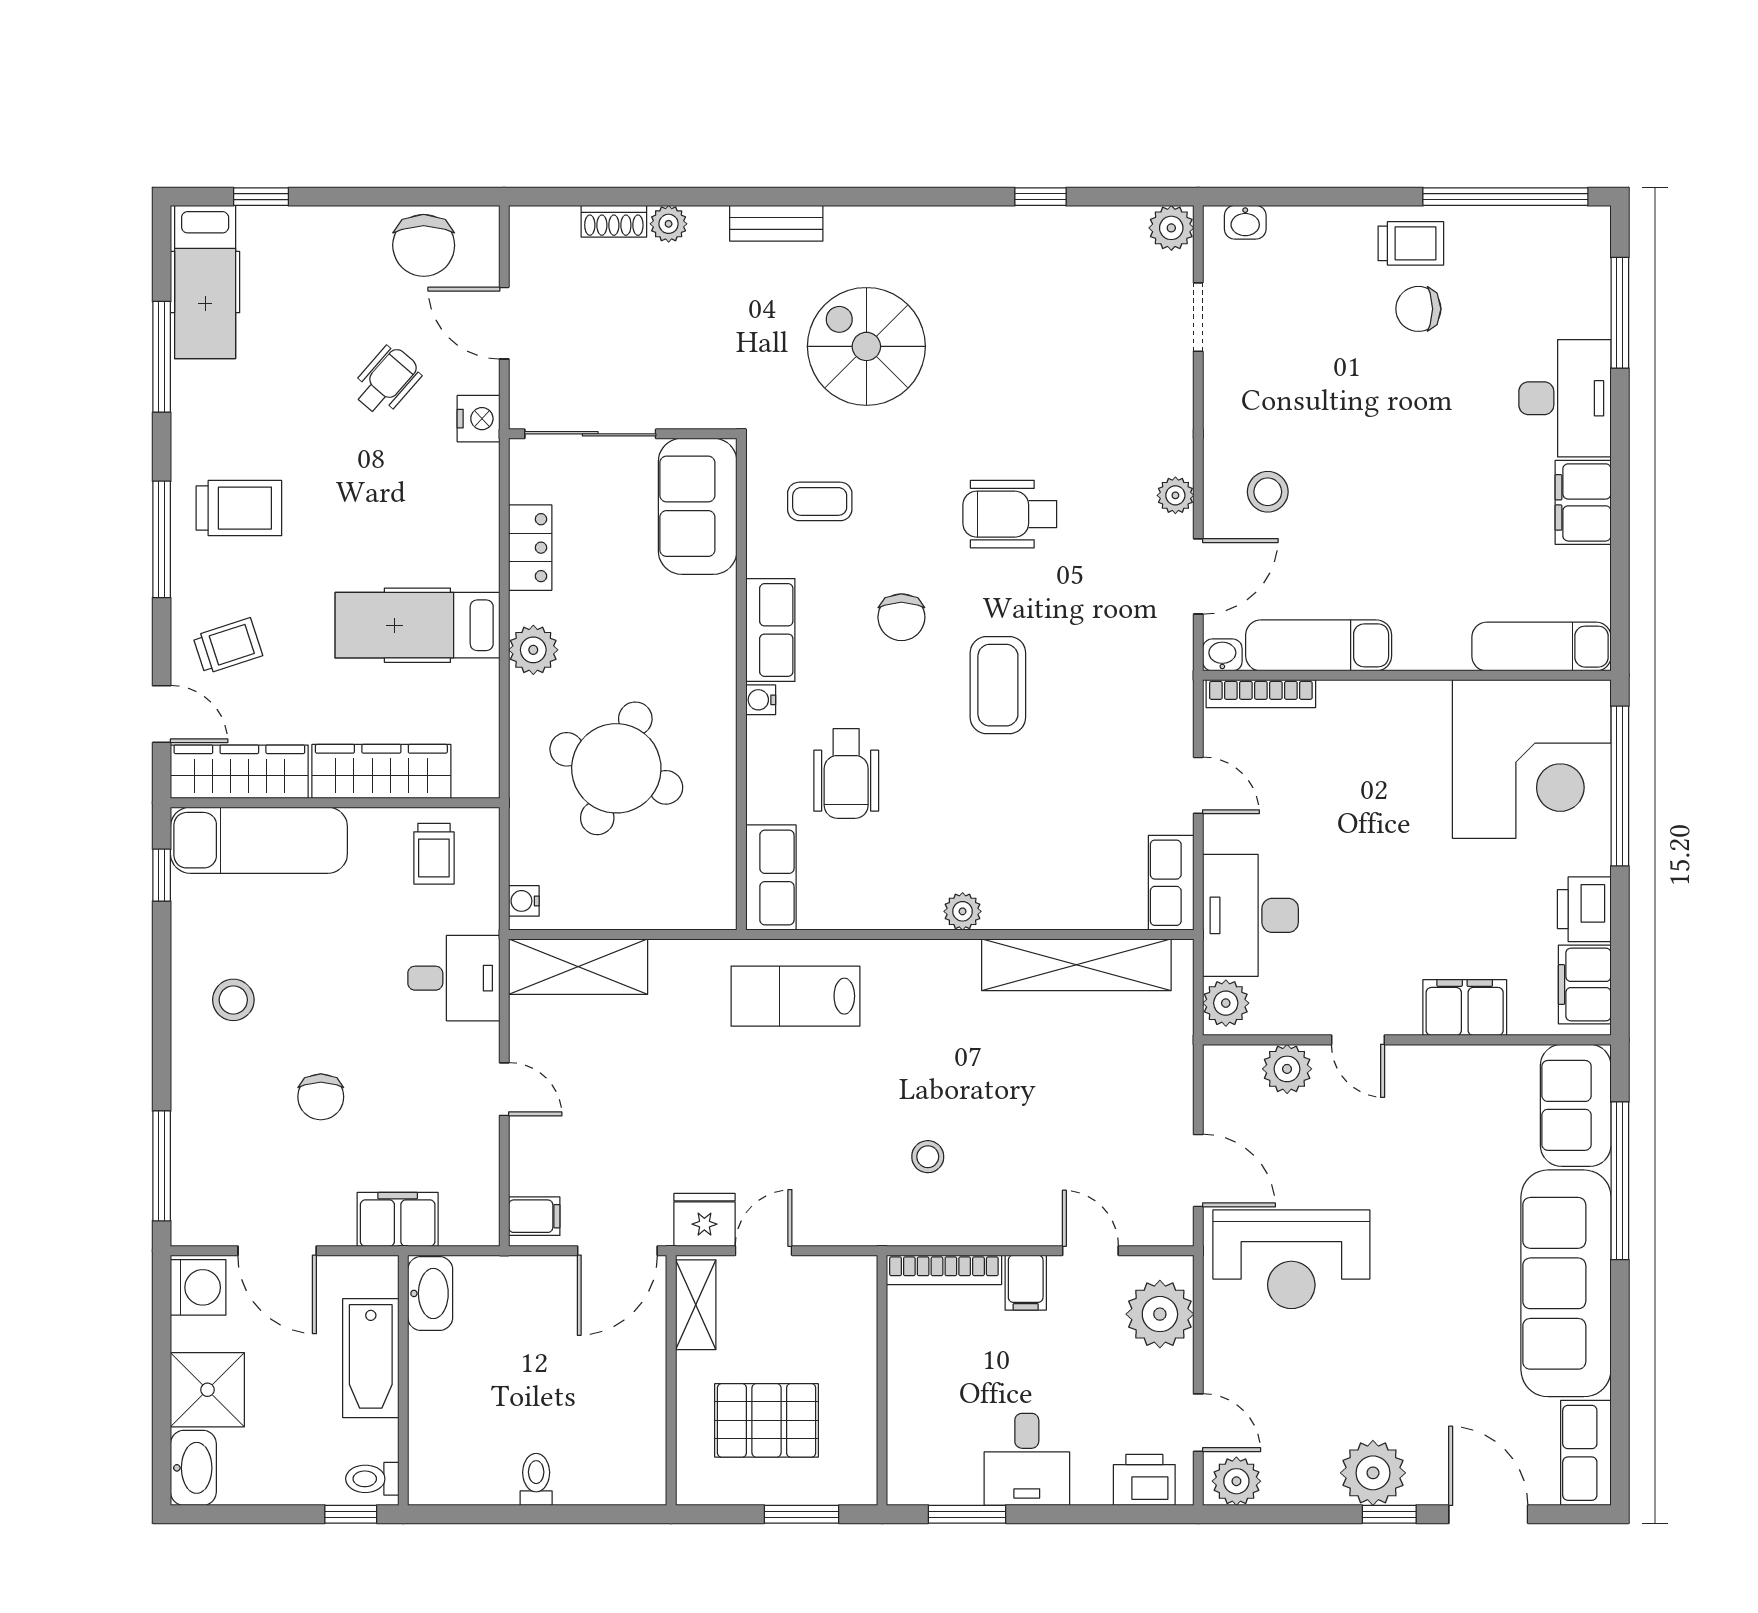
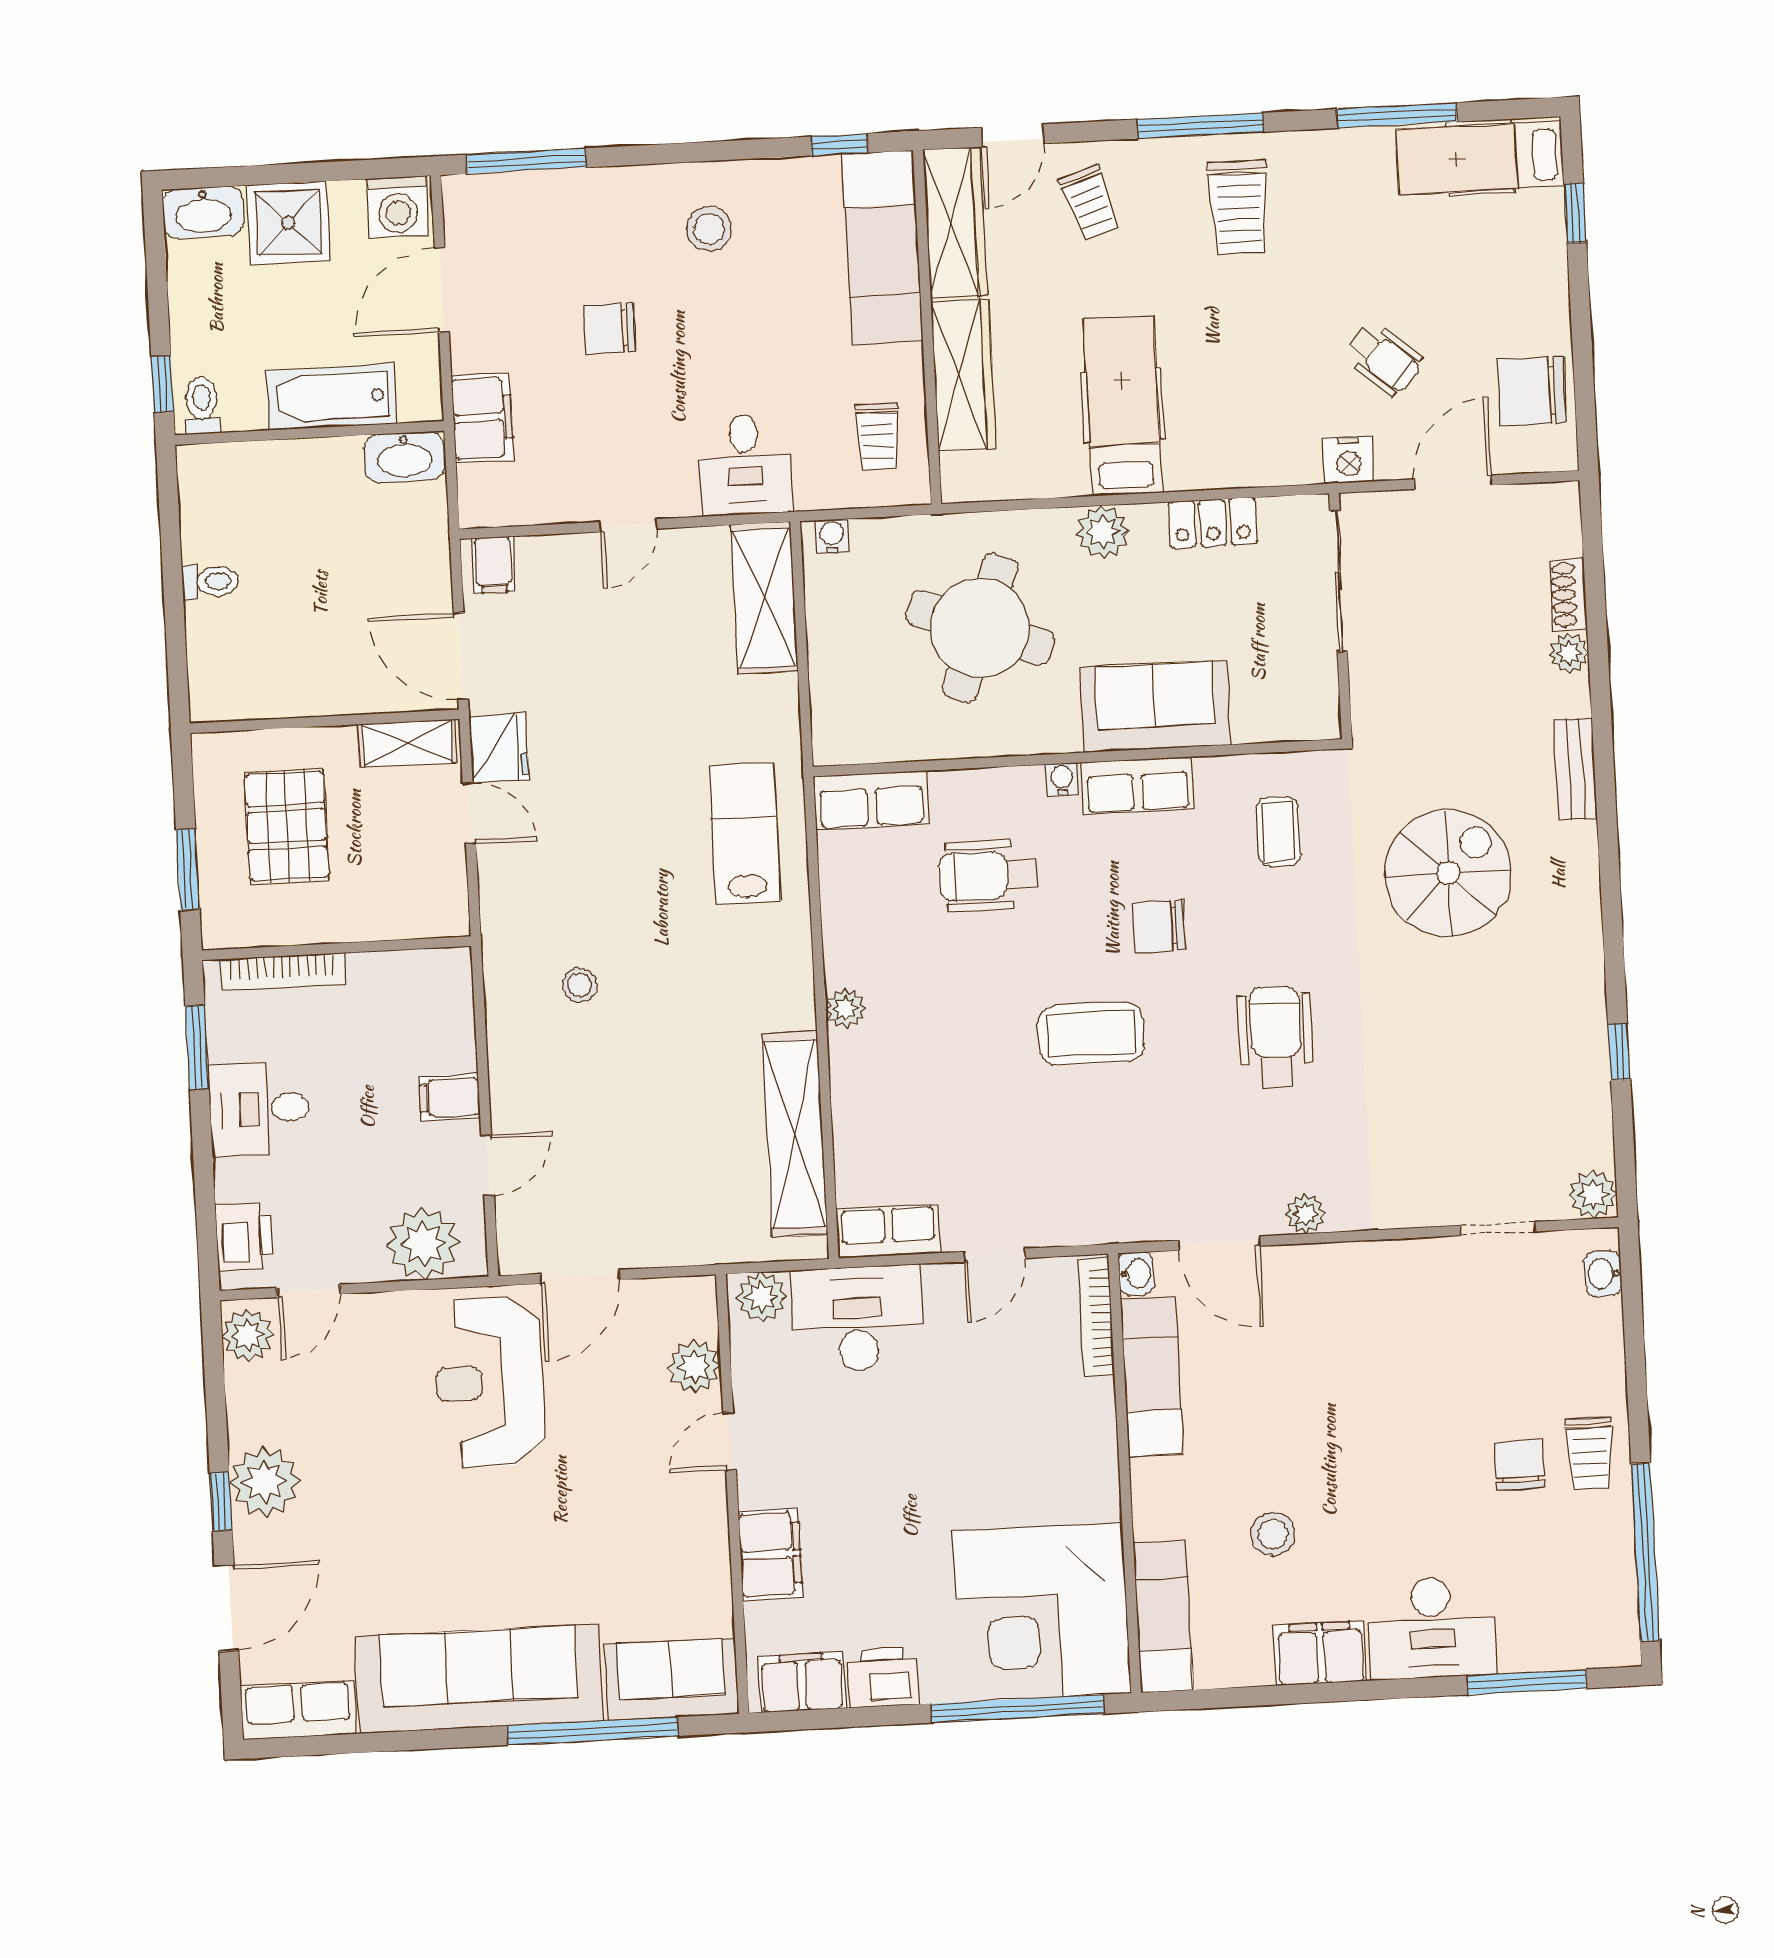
stool: (1268, 492) -> (1273, 1534), moved
sofa: (698, 506) -> (1155, 706), moved
trolley: (434, 854) -> (878, 436), turned -90
bookcase: (944, 1270) -> (282, 972), moved, turned -90

